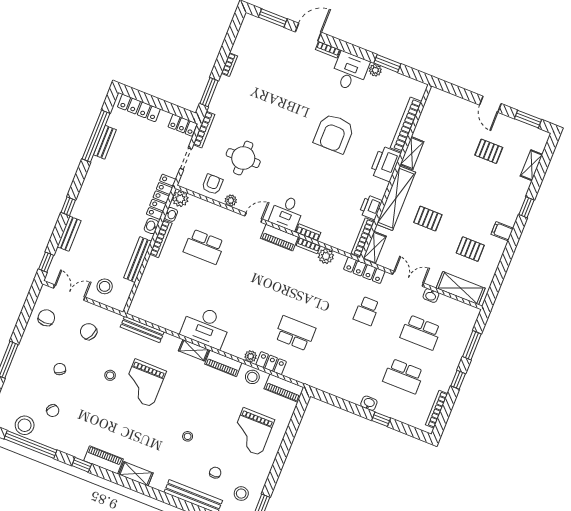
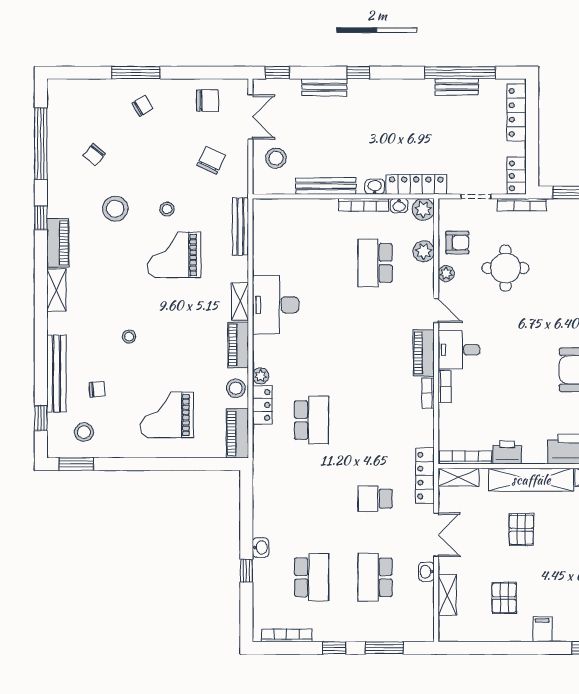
plant: (326, 256) -> (424, 251), moved
shelving: (461, 288) -> (447, 595), width x0.67, depth x0.75
chair: (60, 369) -> (142, 106), moved
school desk: (403, 376) -> (312, 577), turned 180
stool: (25, 425) -> (115, 209), moved

